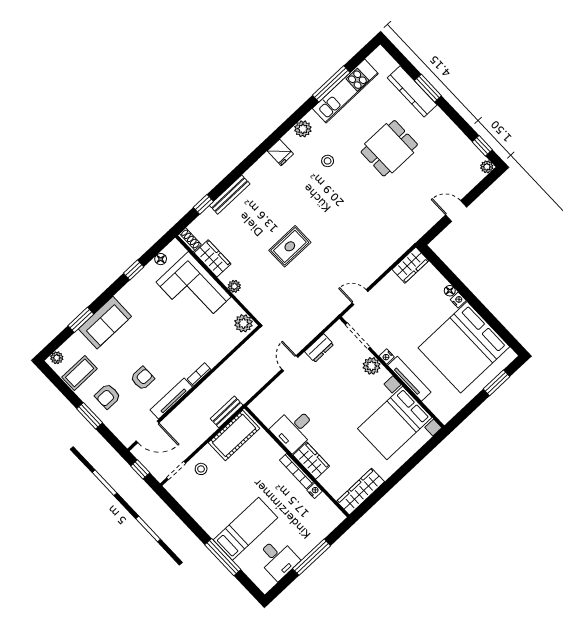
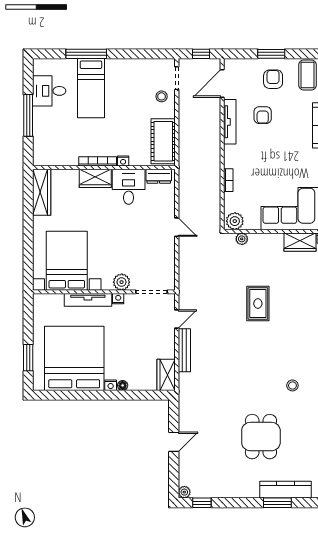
plant: (234, 286) -> (242, 239), moved
dresser: (319, 348) -> (159, 176), moved, turned -90
bookcase: (199, 374) -> (228, 180), moved
bench: (227, 412) -> (184, 350), moved, width x1.36
nightstand: (315, 491) -> (123, 161), moved

